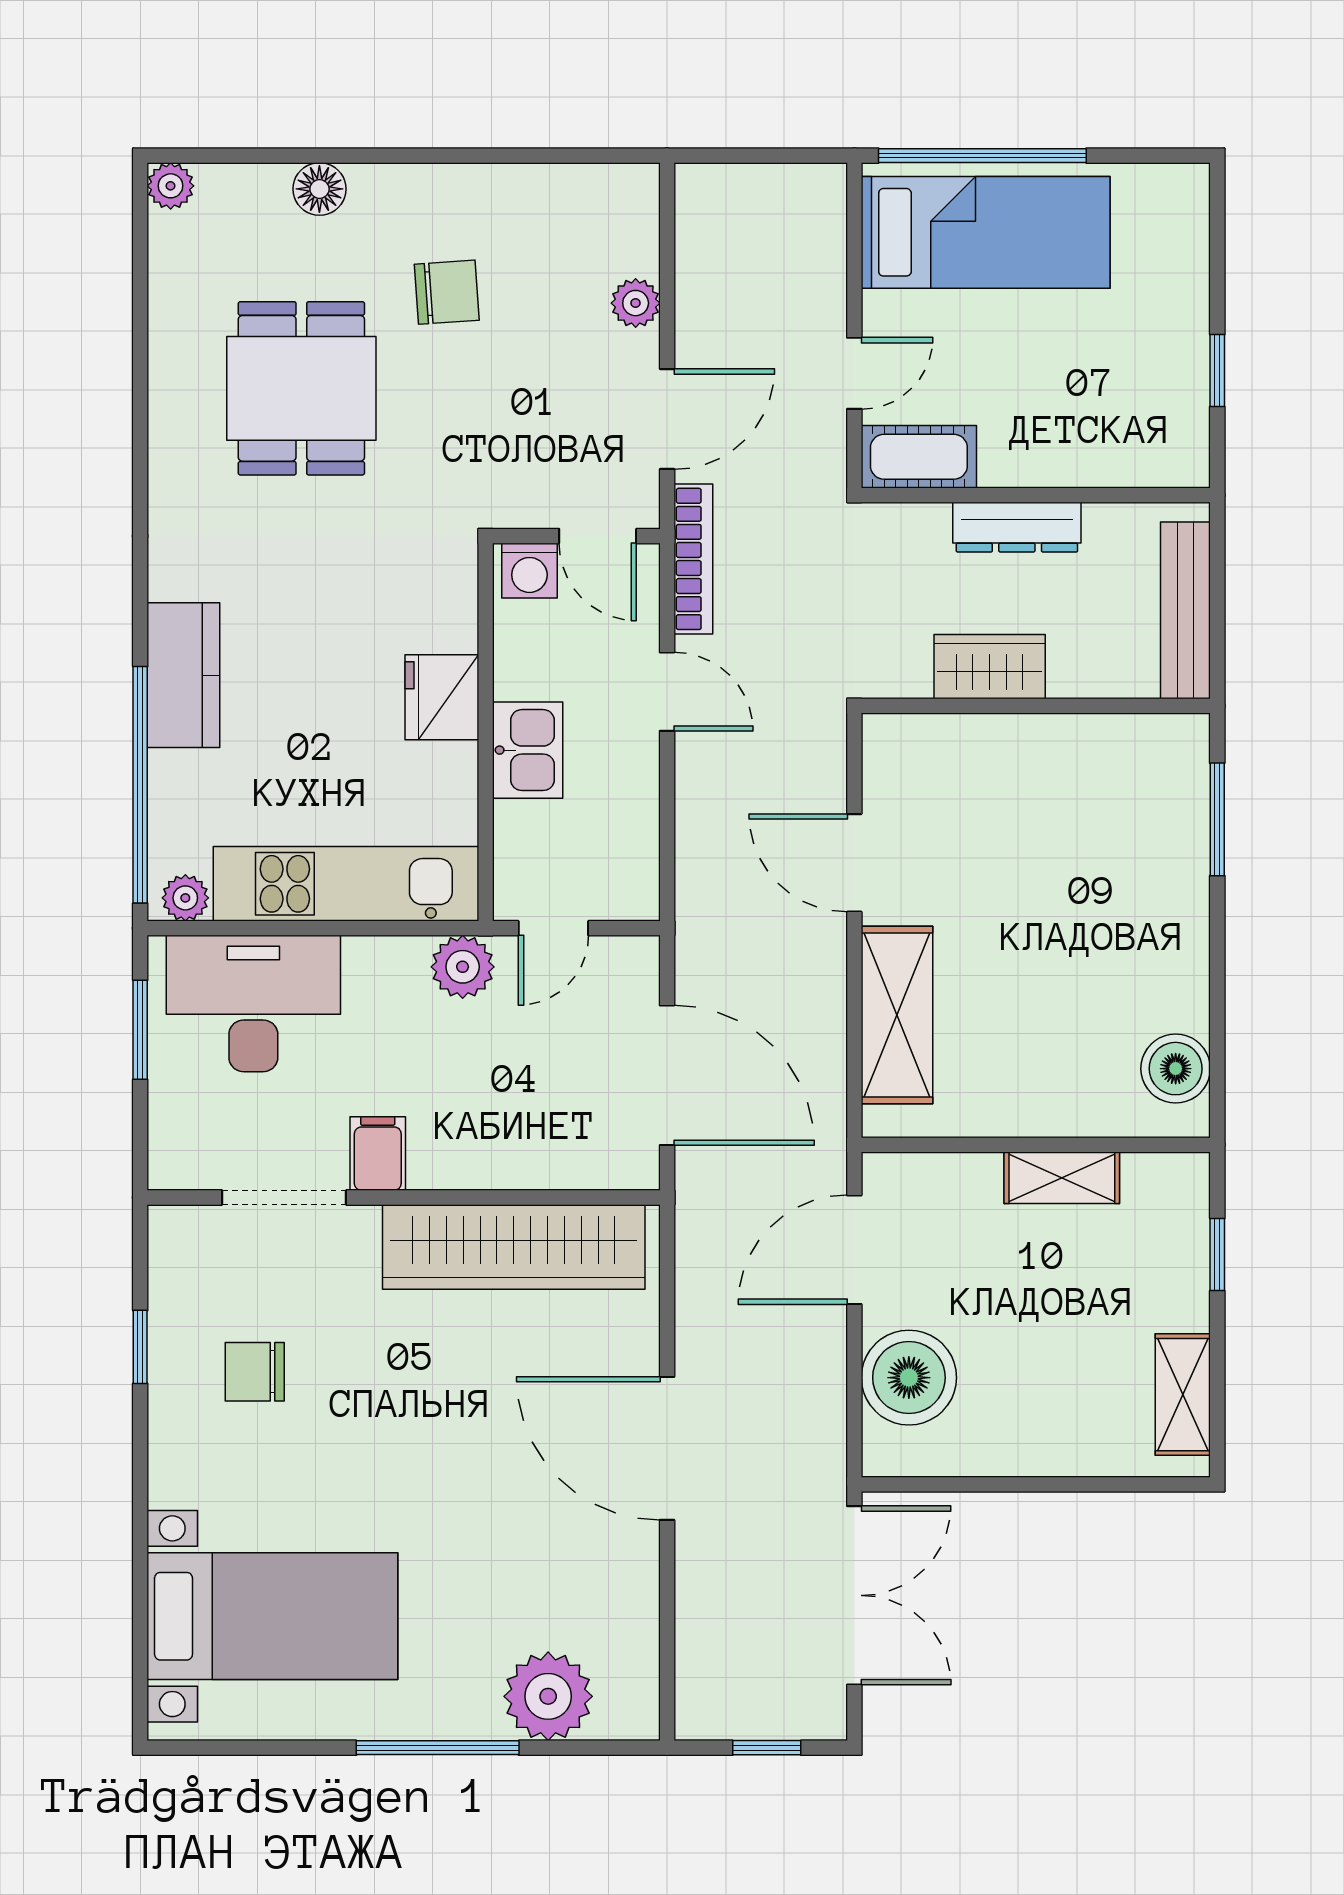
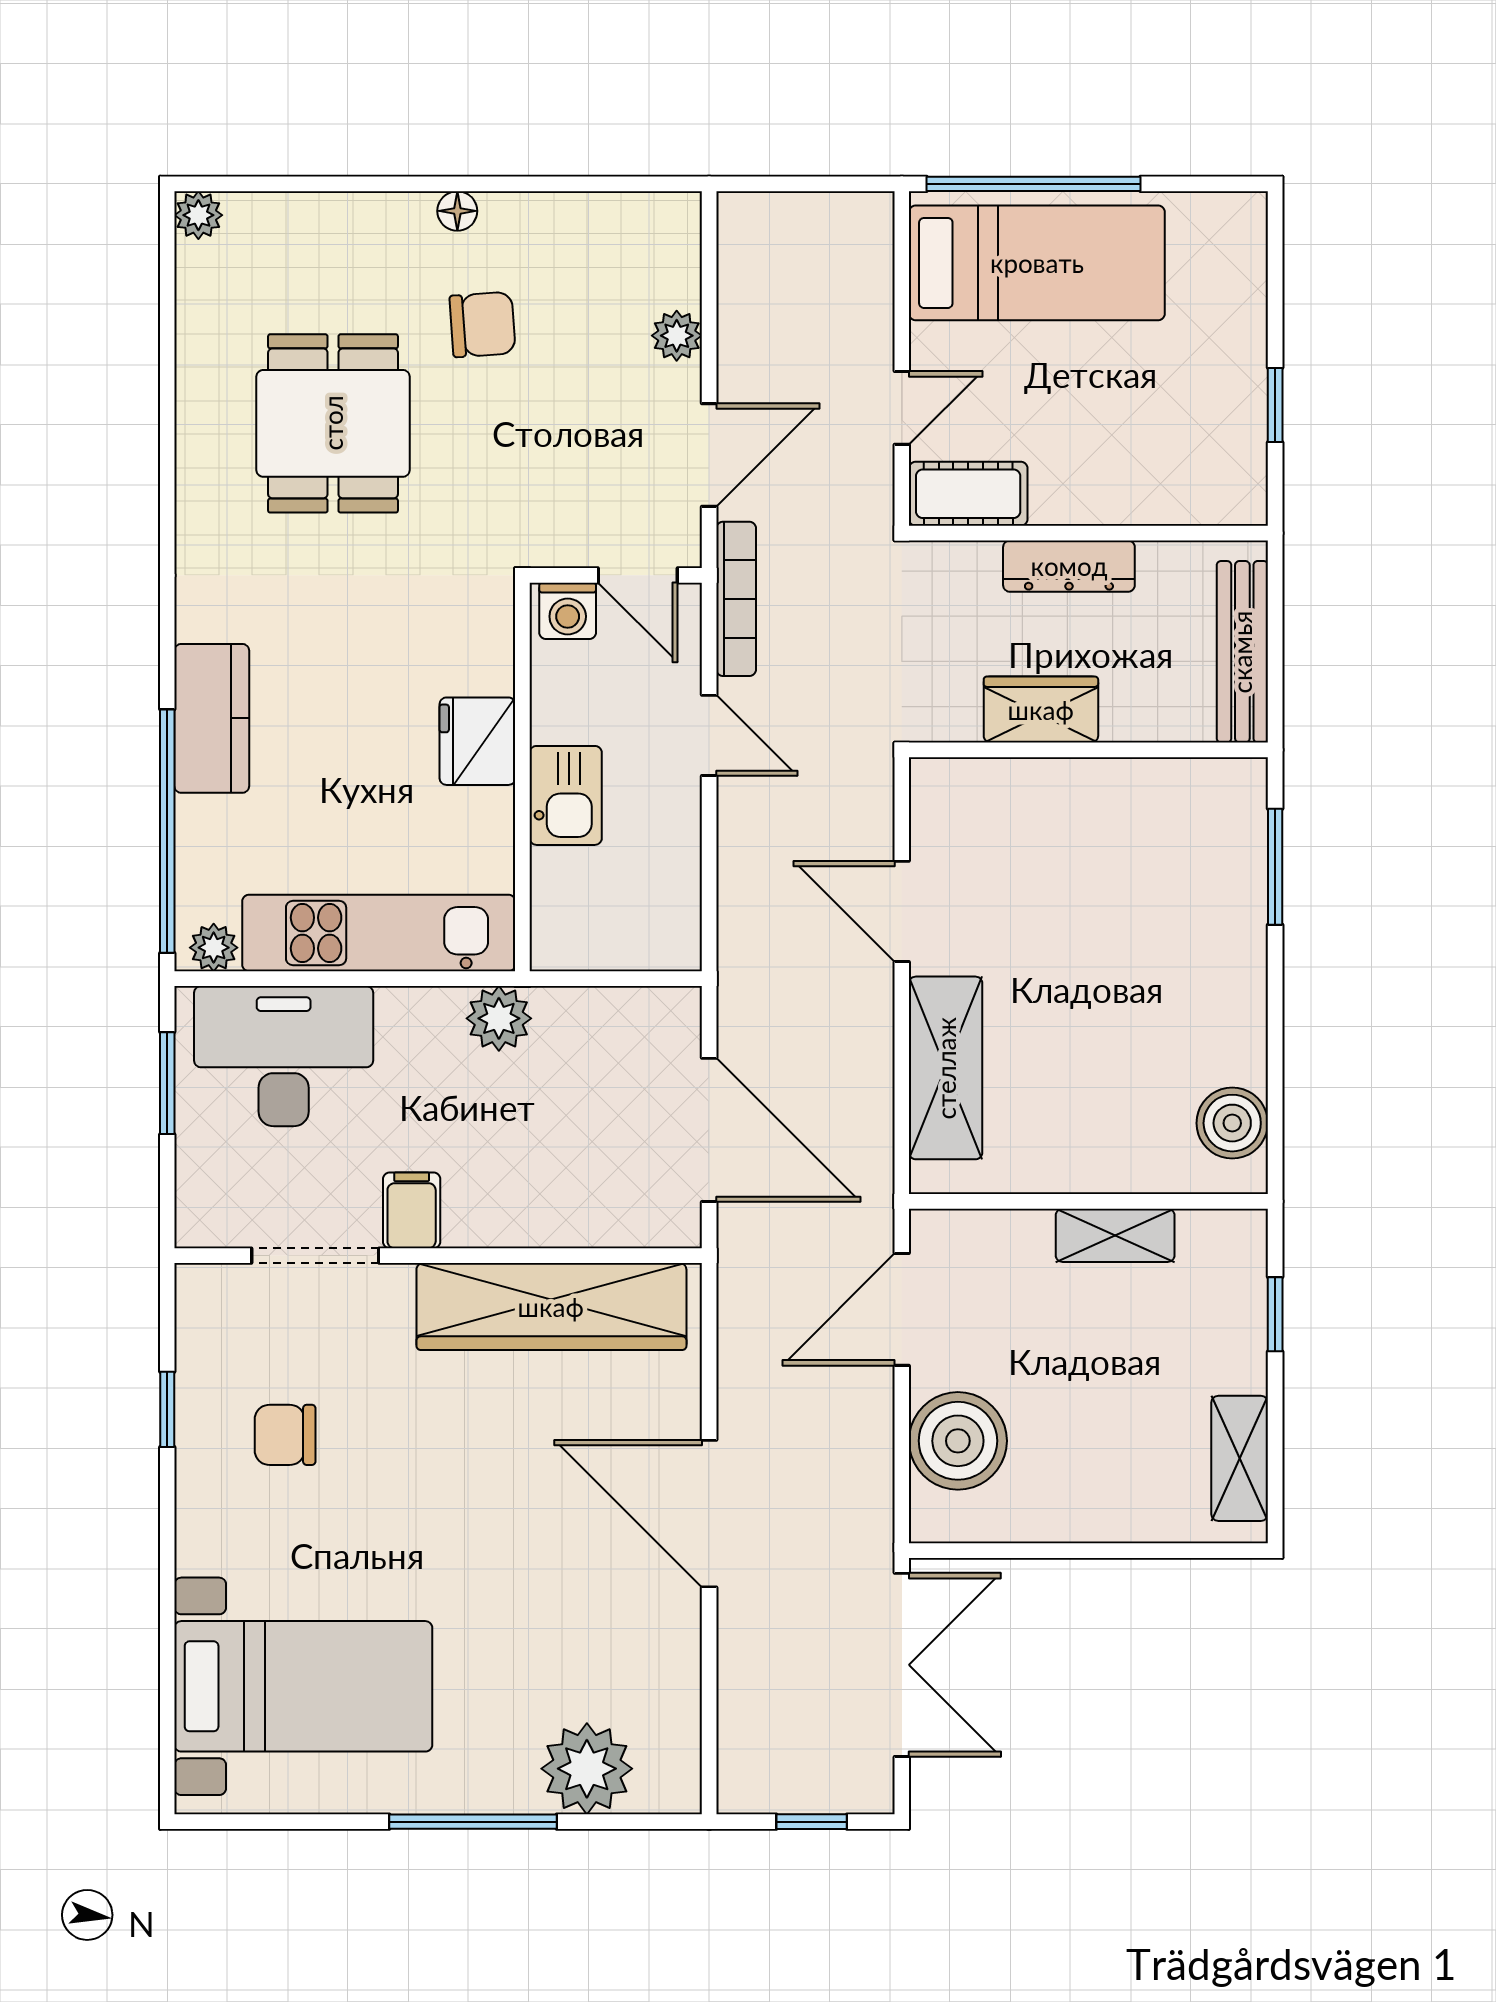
floor lamp: (319, 189) -> (457, 211), moved, width x0.73, depth x0.73
door: (553, 928) -> (592, 979), removed

